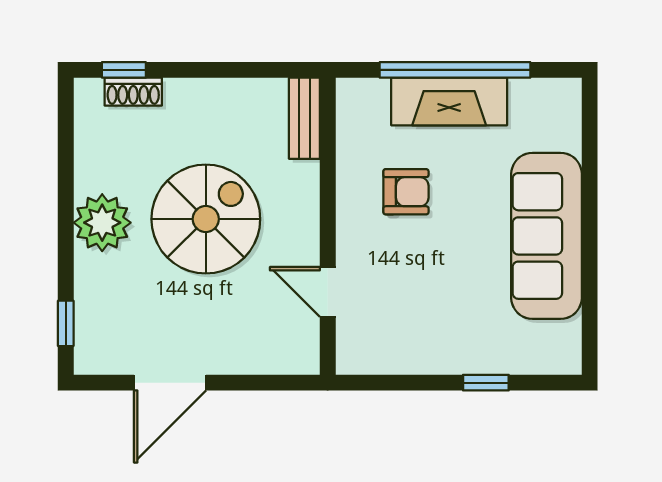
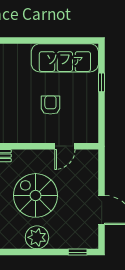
armchair: (406, 192) -> (50, 105), moved
sofa: (547, 236) -> (65, 58), moved

